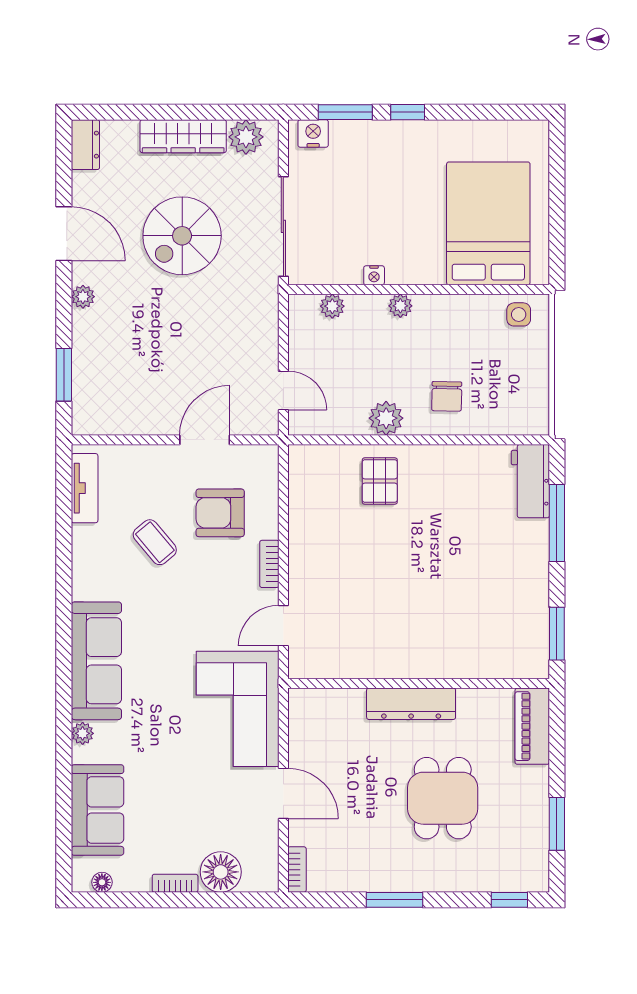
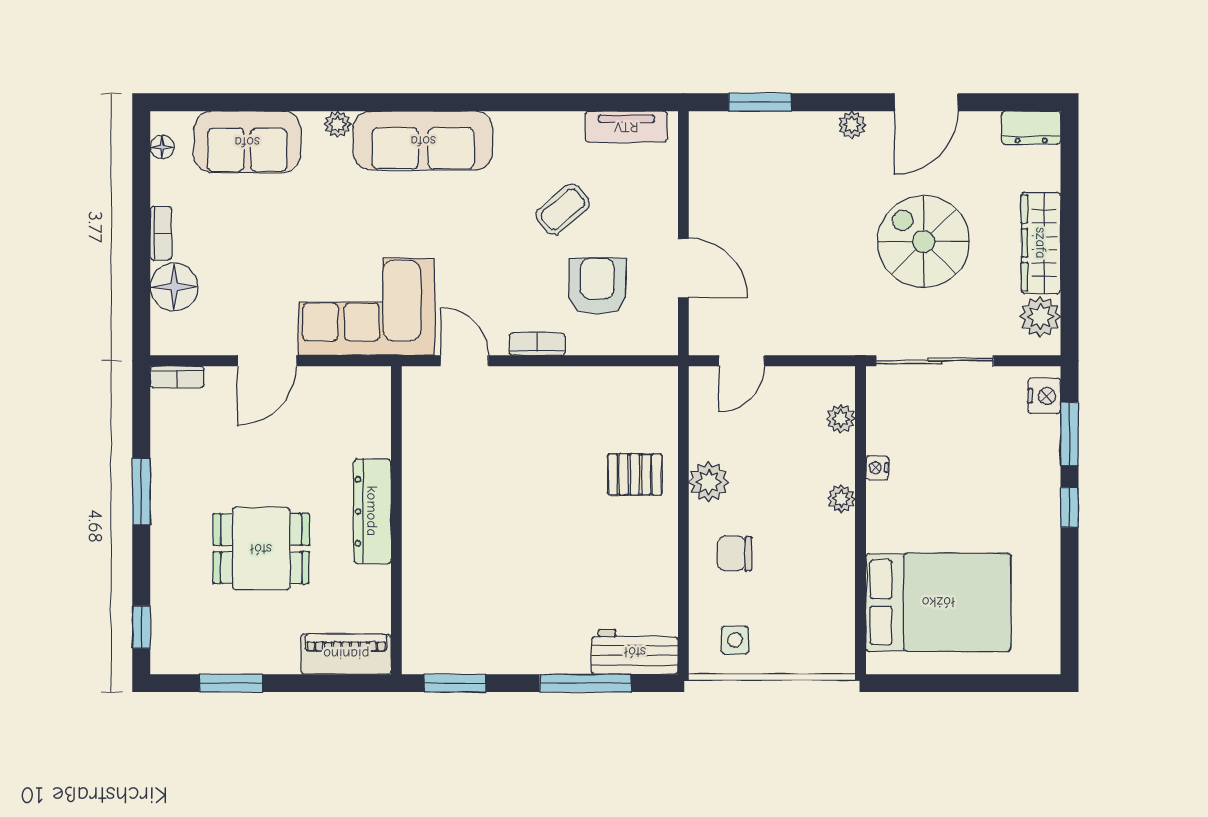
side table: (519, 314) -> (735, 640), moved

